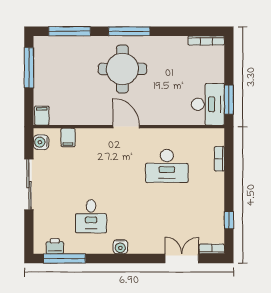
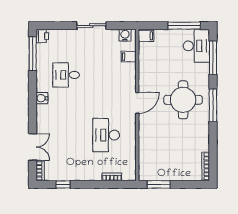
desk: (208, 104) -> (196, 46), moved, turned -90
sliding door: (29, 184) -> (91, 26), width x0.73
printer: (55, 246) -> (42, 36), moved

